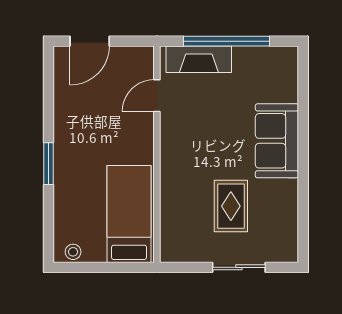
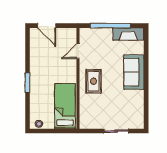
door: (90, 41) -> (47, 26), hinge flipped
fireplace: (199, 59) -> (128, 34), moved
rug: (231, 206) -> (94, 81), moved

